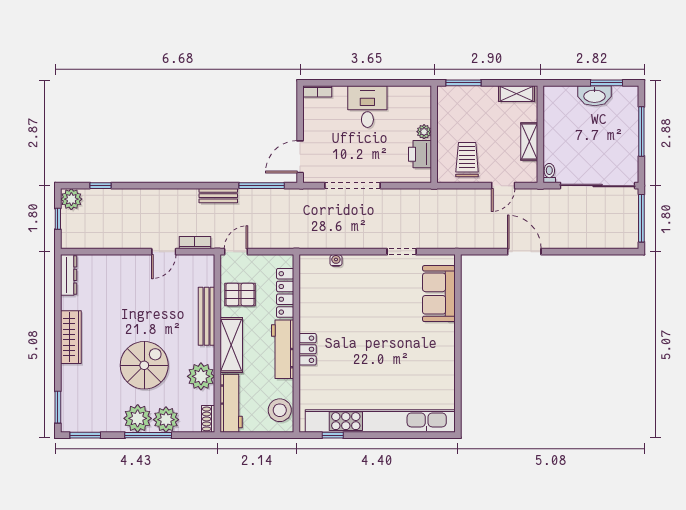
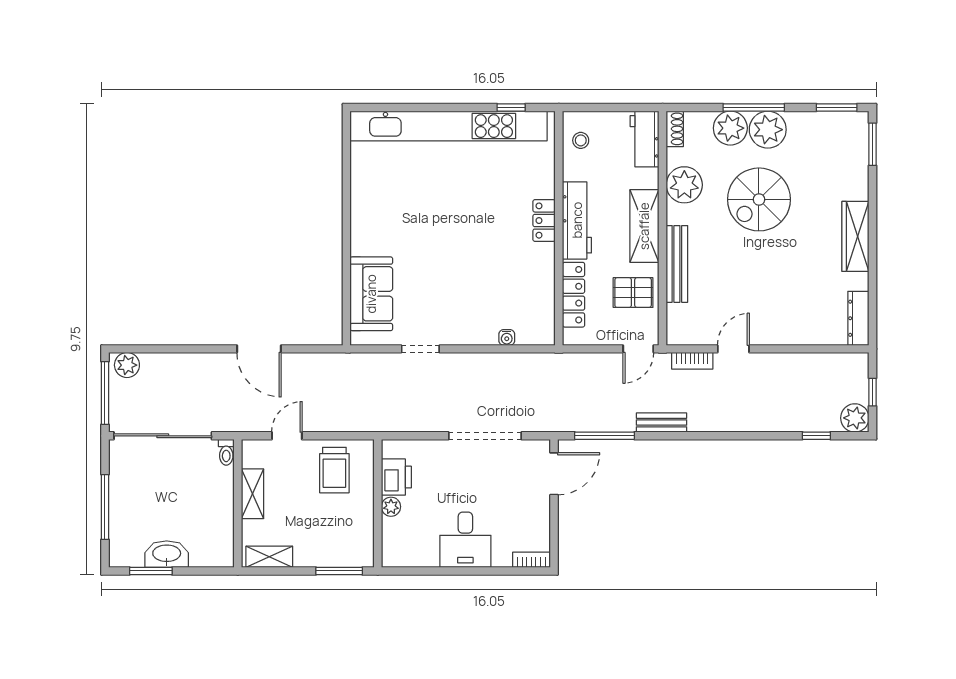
plant: (625, 239) -> (127, 365), added
workbench: (231, 403) -> (645, 139), width x0.73
stool: (280, 410) -> (581, 140), width x0.53, depth x0.53

